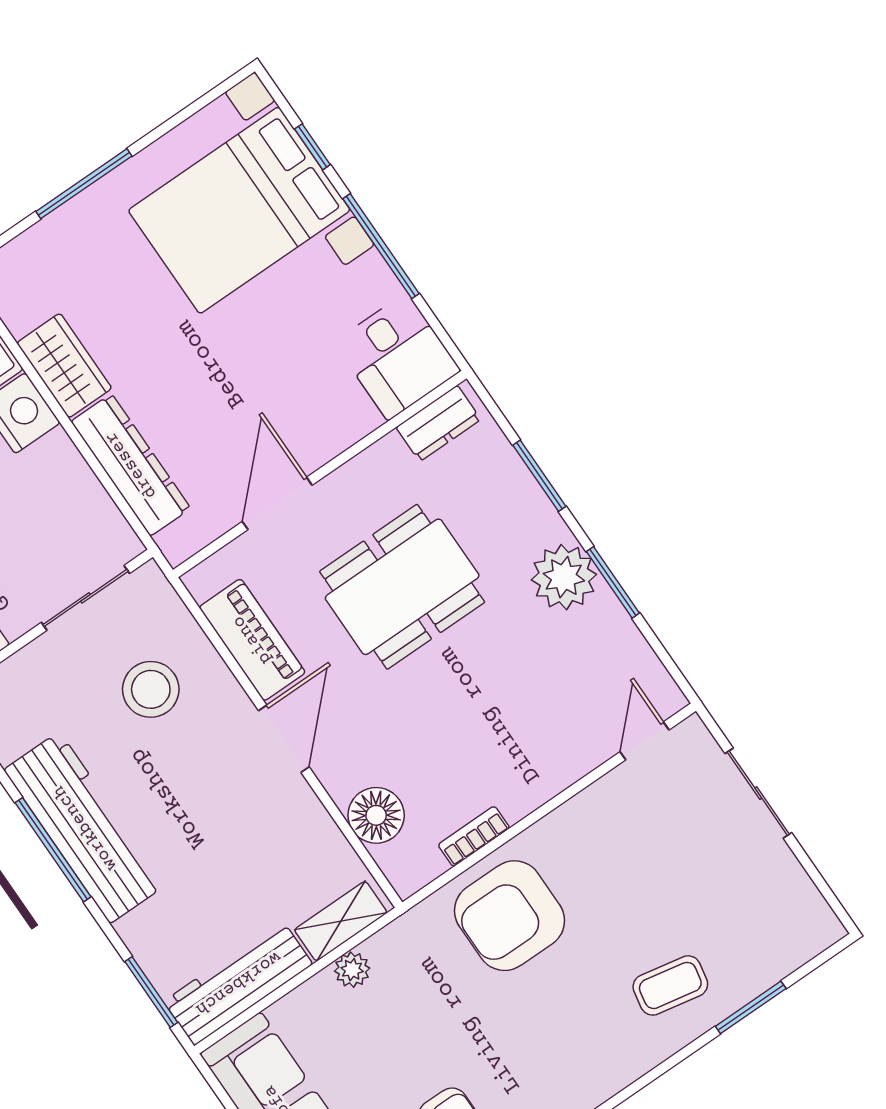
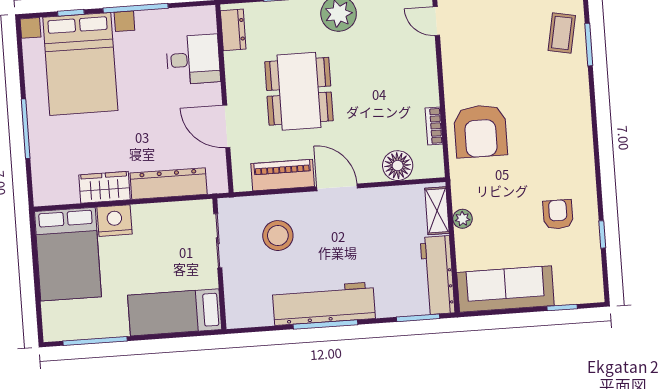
desk: (397, 356) -> (193, 59), moved
coffee table: (670, 985) -> (562, 33), moved

